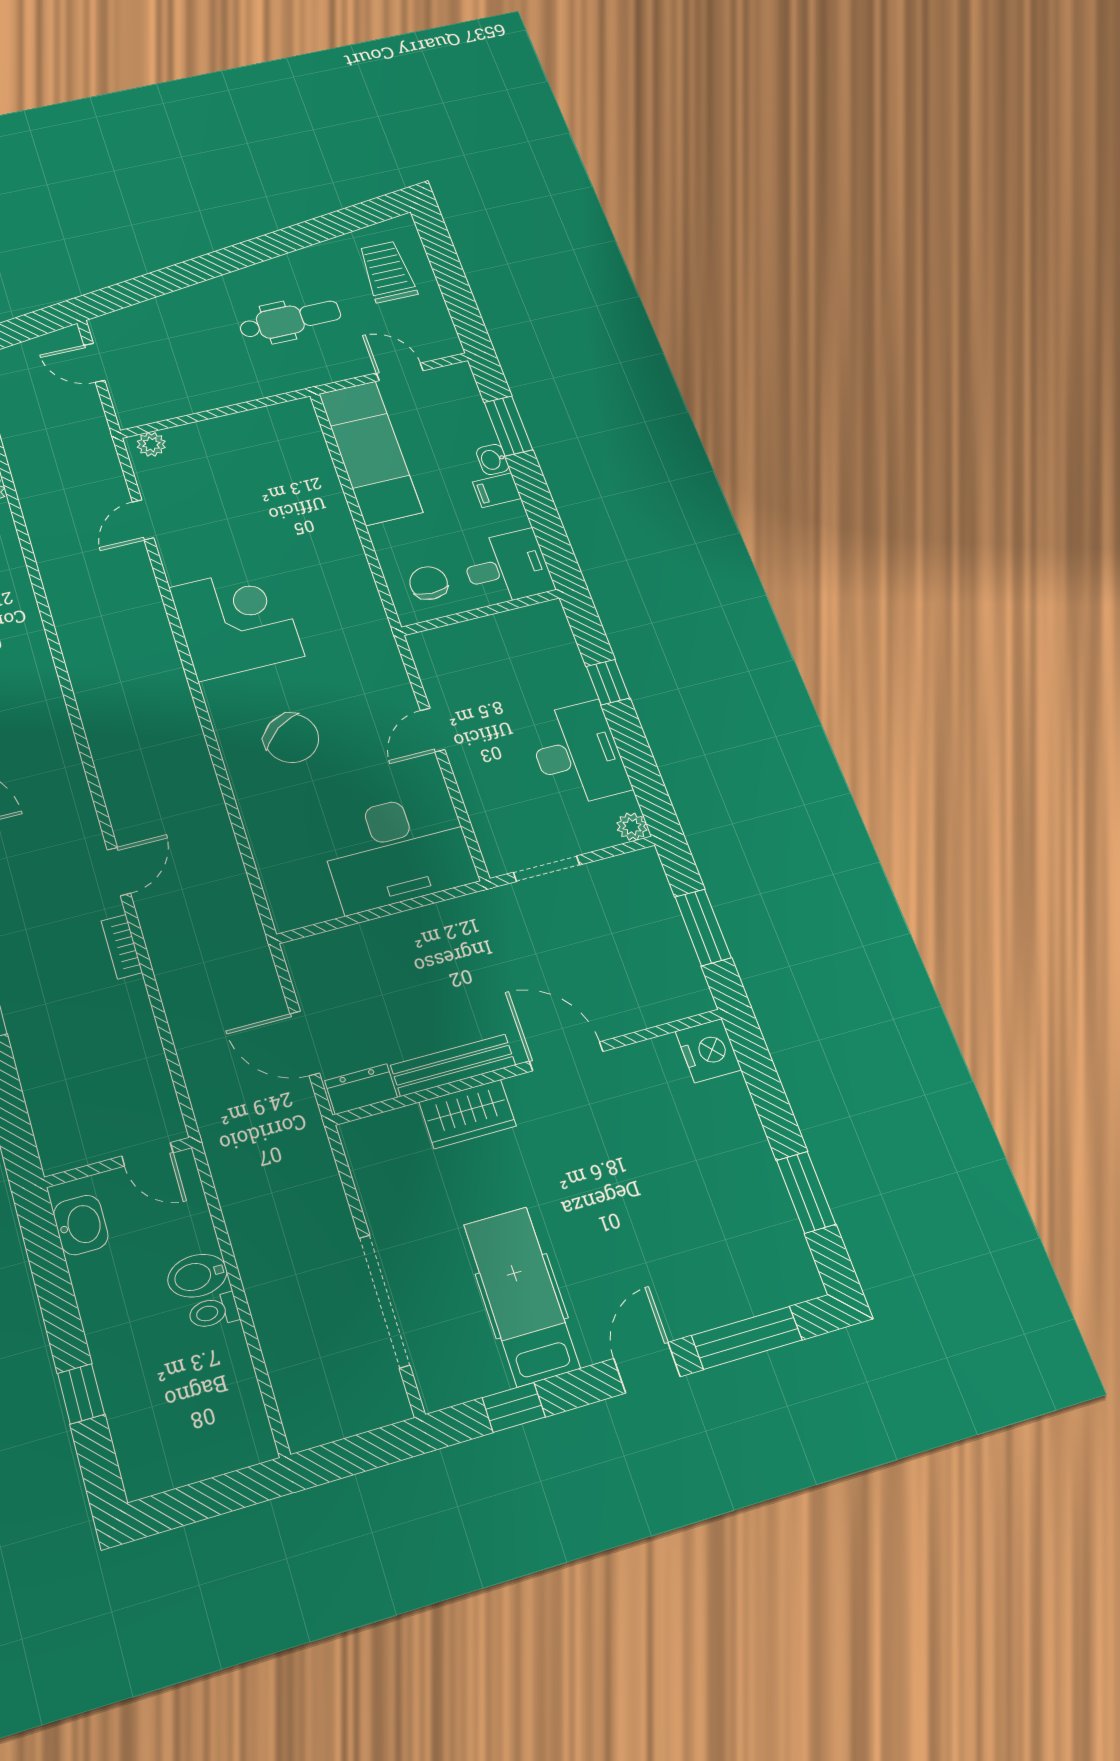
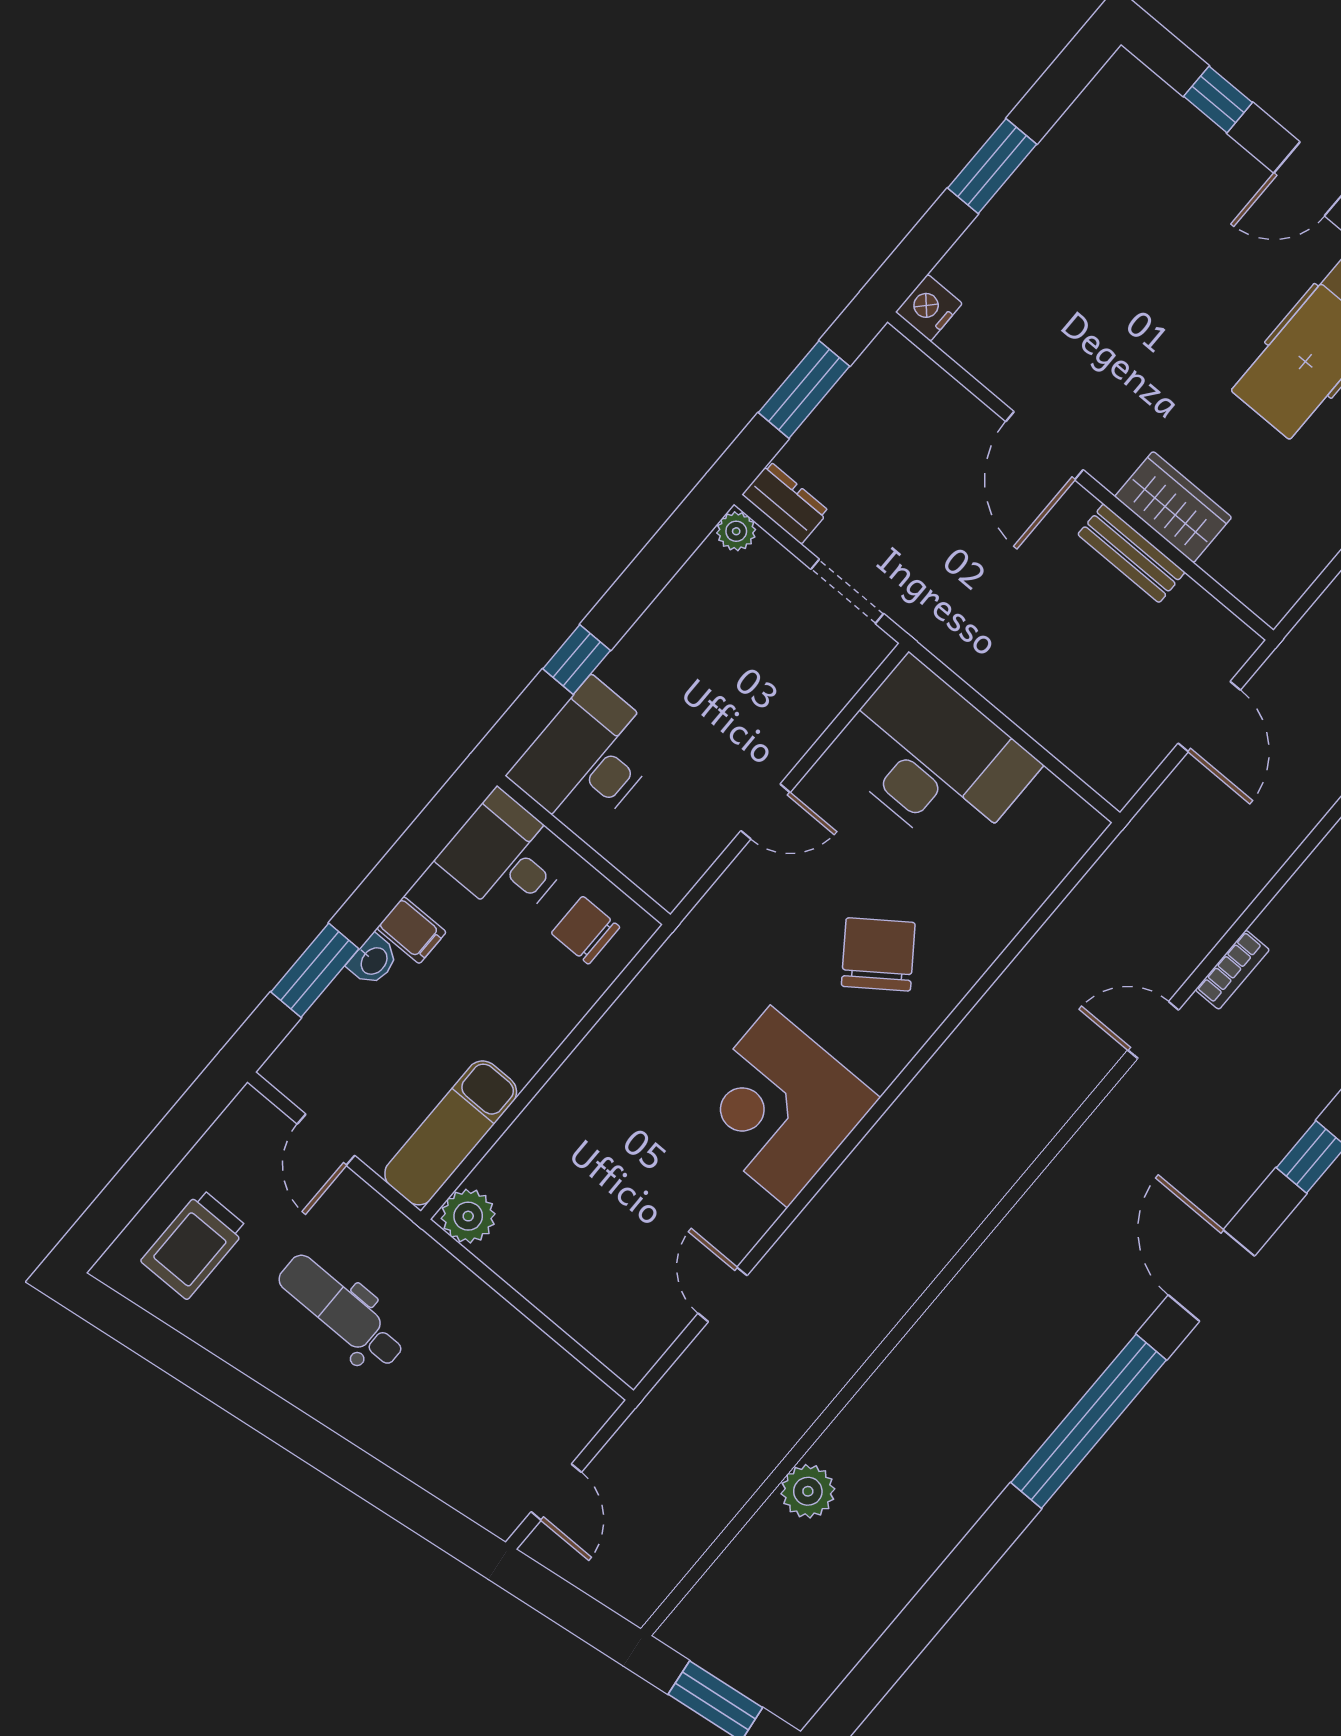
plant: (151, 444) -> (468, 1216), moved, width x1.38, depth x1.38
exam couch: (370, 453) -> (451, 1133), width x0.73, depth x0.69
door: (143, 520) -> (723, 1294), swing flipped
chair: (429, 583) -> (586, 930), turned 90
desk: (578, 754) -> (588, 758), moved
nightstand: (708, 1051) -> (929, 308), width x0.74, depth x0.75
bench: (453, 1065) -> (1131, 553), width x0.73
dresser: (361, 1089) -> (785, 503), moved, turned 180
window: (806, 1192) -> (992, 166), moved
window: (747, 1338) -> (1218, 99), width x0.46

